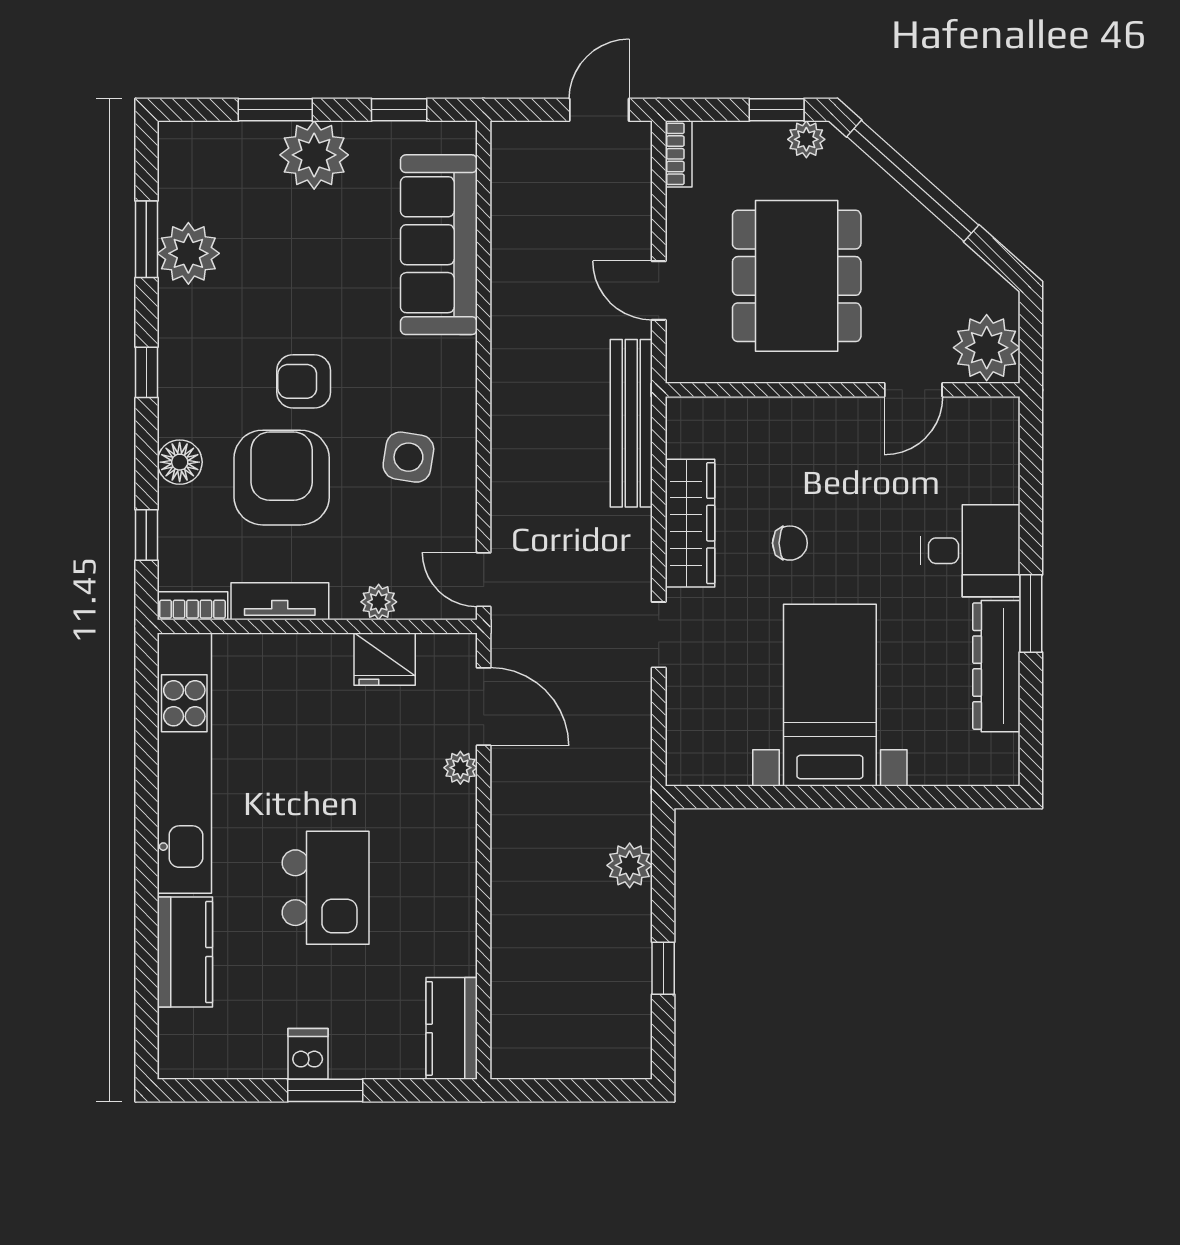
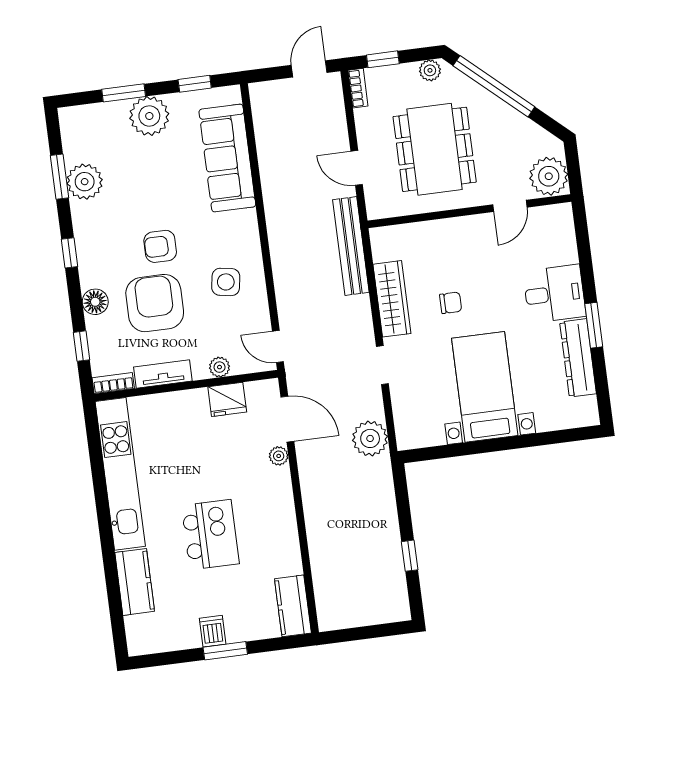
window: (777, 110) -> (383, 59), moved
plant: (630, 865) -> (370, 438), moved, width x1.36, depth x1.36

